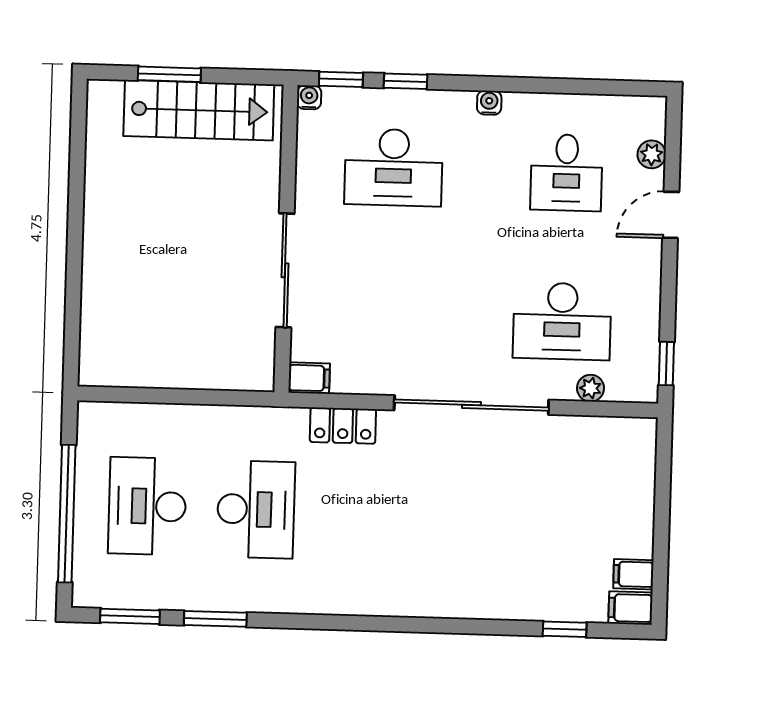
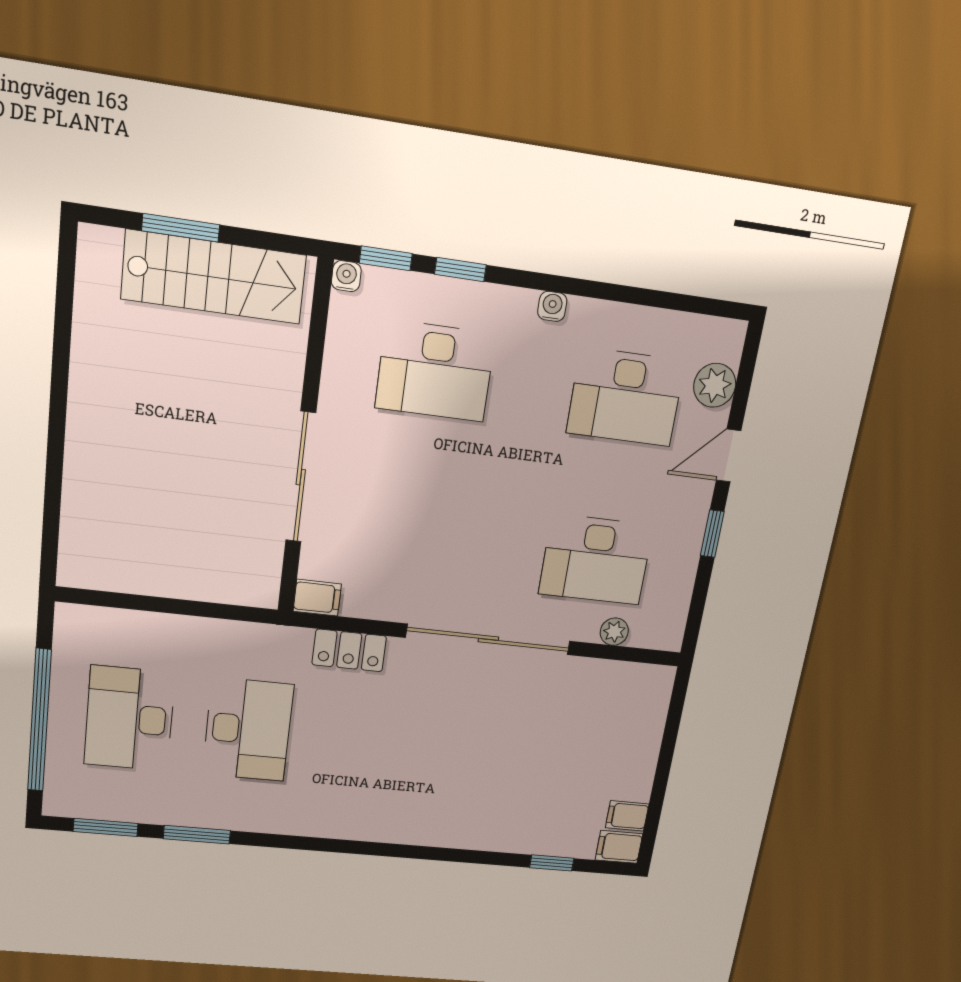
plant: (652, 154) -> (715, 385), width x1.38, depth x1.38
desk: (567, 173) -> (626, 397), width x1.37
window: (666, 364) -> (712, 534), moved

